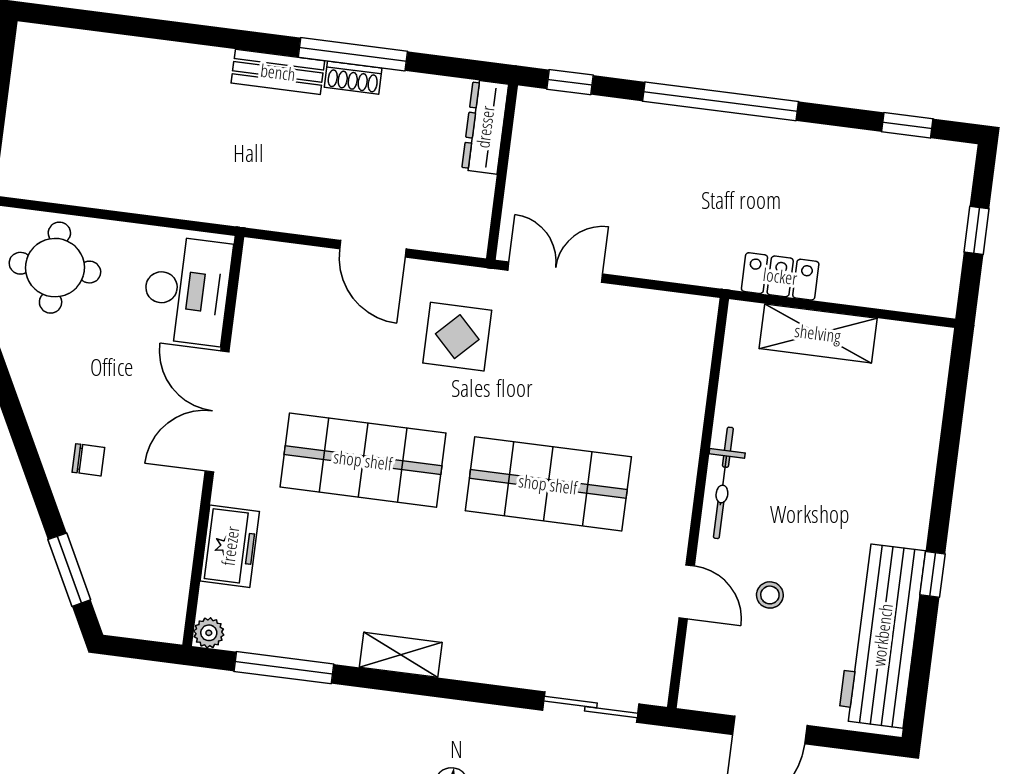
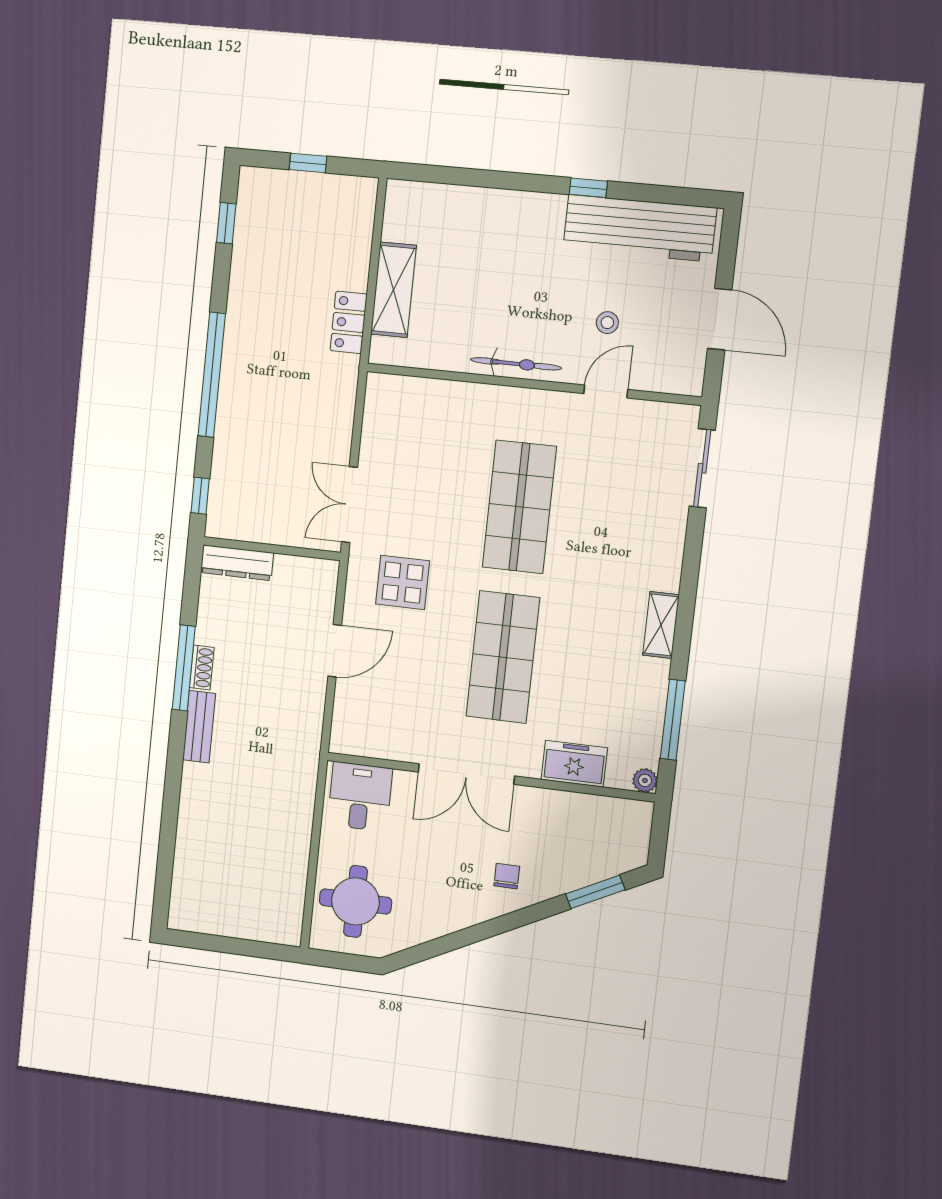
desk: (187, 290) -> (360, 797), width x0.73

